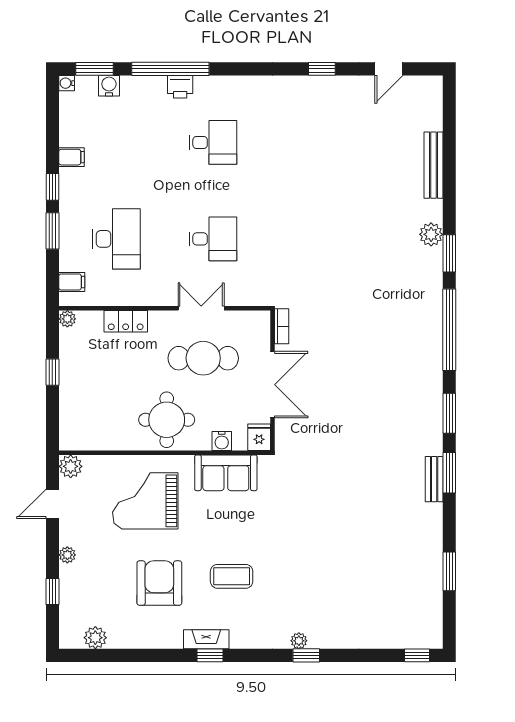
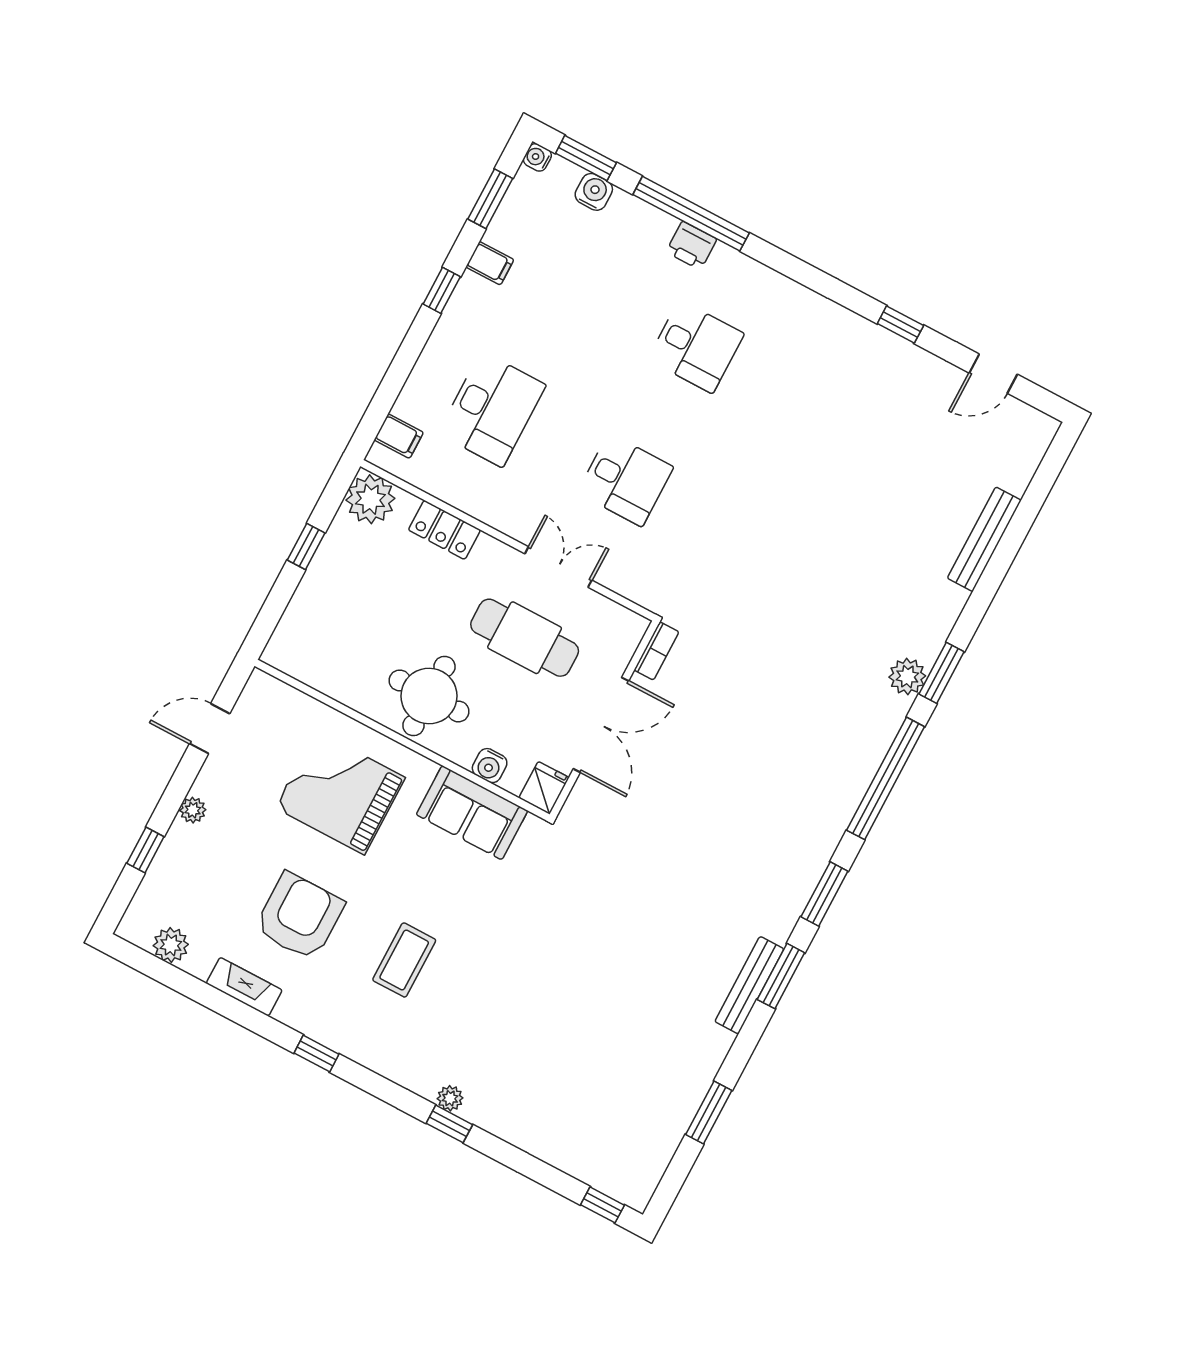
window: (52, 231) -> (490, 199), moved
plant: (431, 234) -> (907, 677), moved
plant: (67, 319) -> (370, 499), width x1.87, depth x1.87
plant: (71, 466) -> (262, 690), removed
bench: (434, 479) -> (749, 985), width x1.36
coffee table: (232, 576) -> (404, 960), turned 90
fireplace: (206, 639) -> (244, 987), moved

